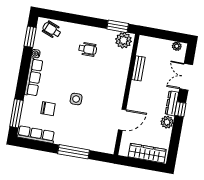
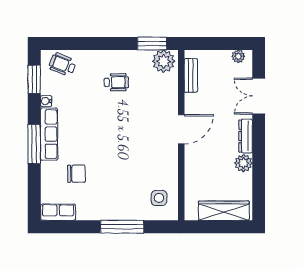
bench: (138, 68) -> (191, 75), moved
side table: (76, 99) -> (159, 198), moved
window: (180, 109) -> (259, 142), removed
window: (16, 113) -> (34, 144), moved
door: (122, 120) -> (181, 129), moved
row of seats: (36, 135) -> (58, 212), width x0.68

